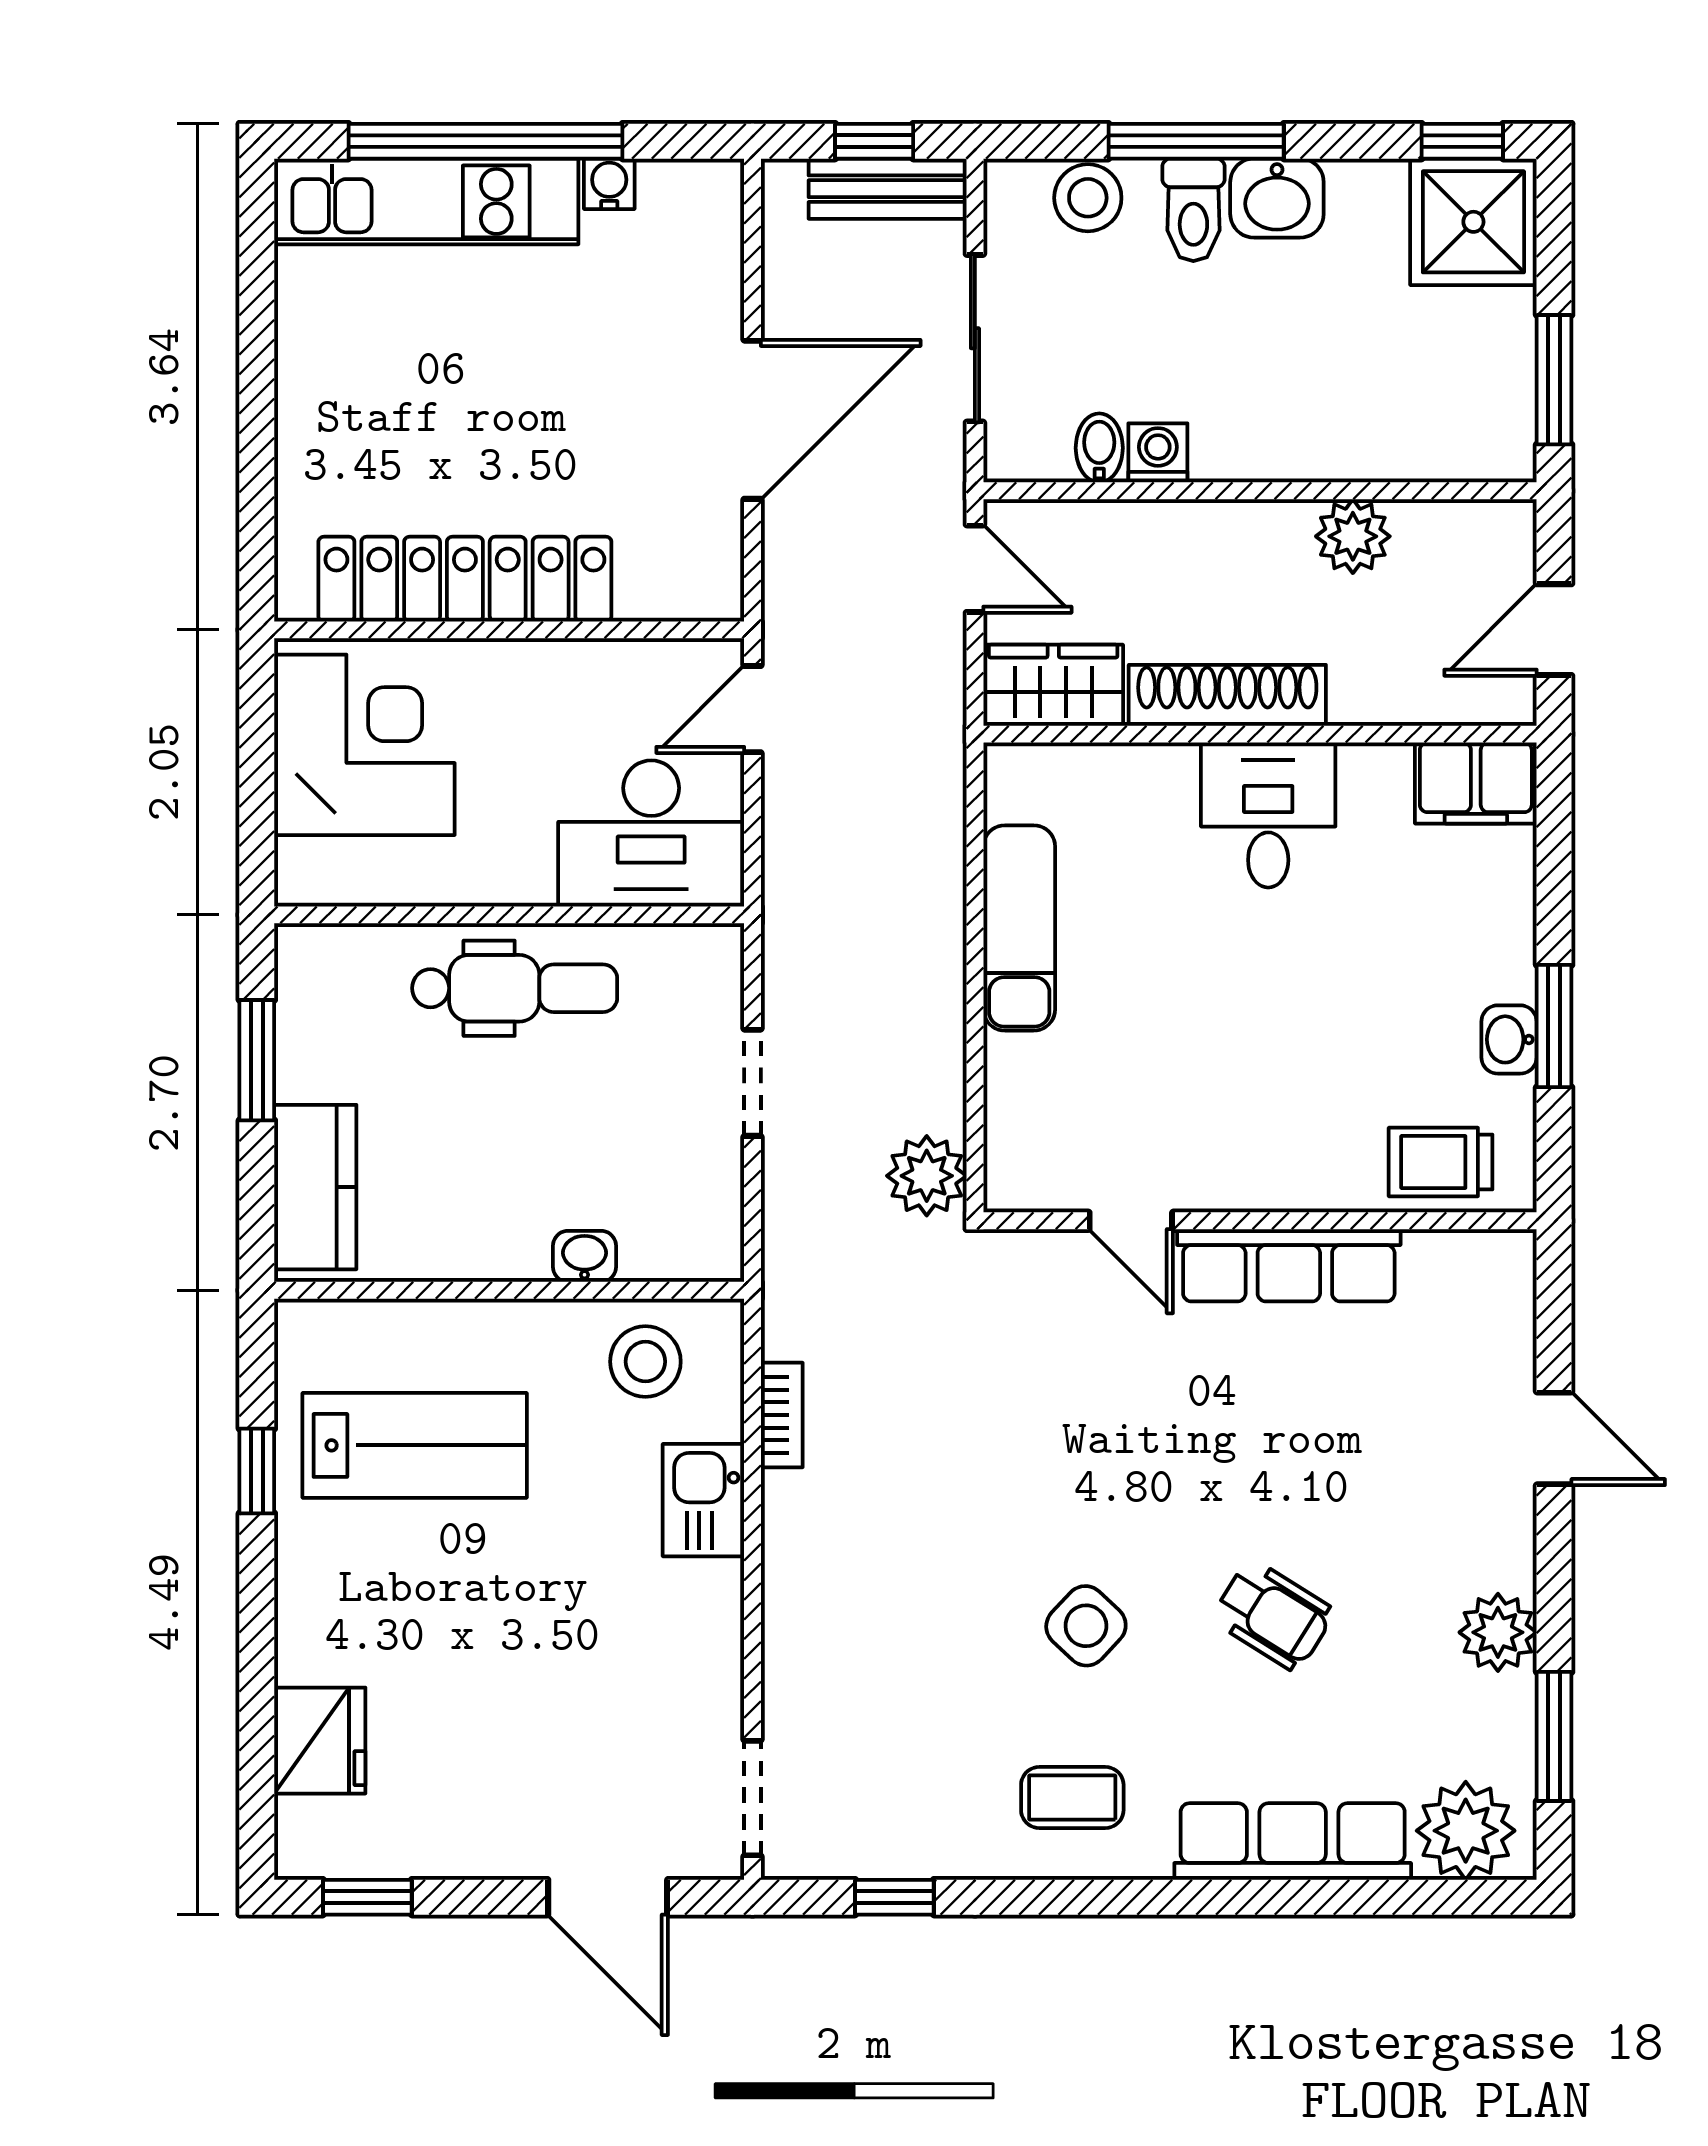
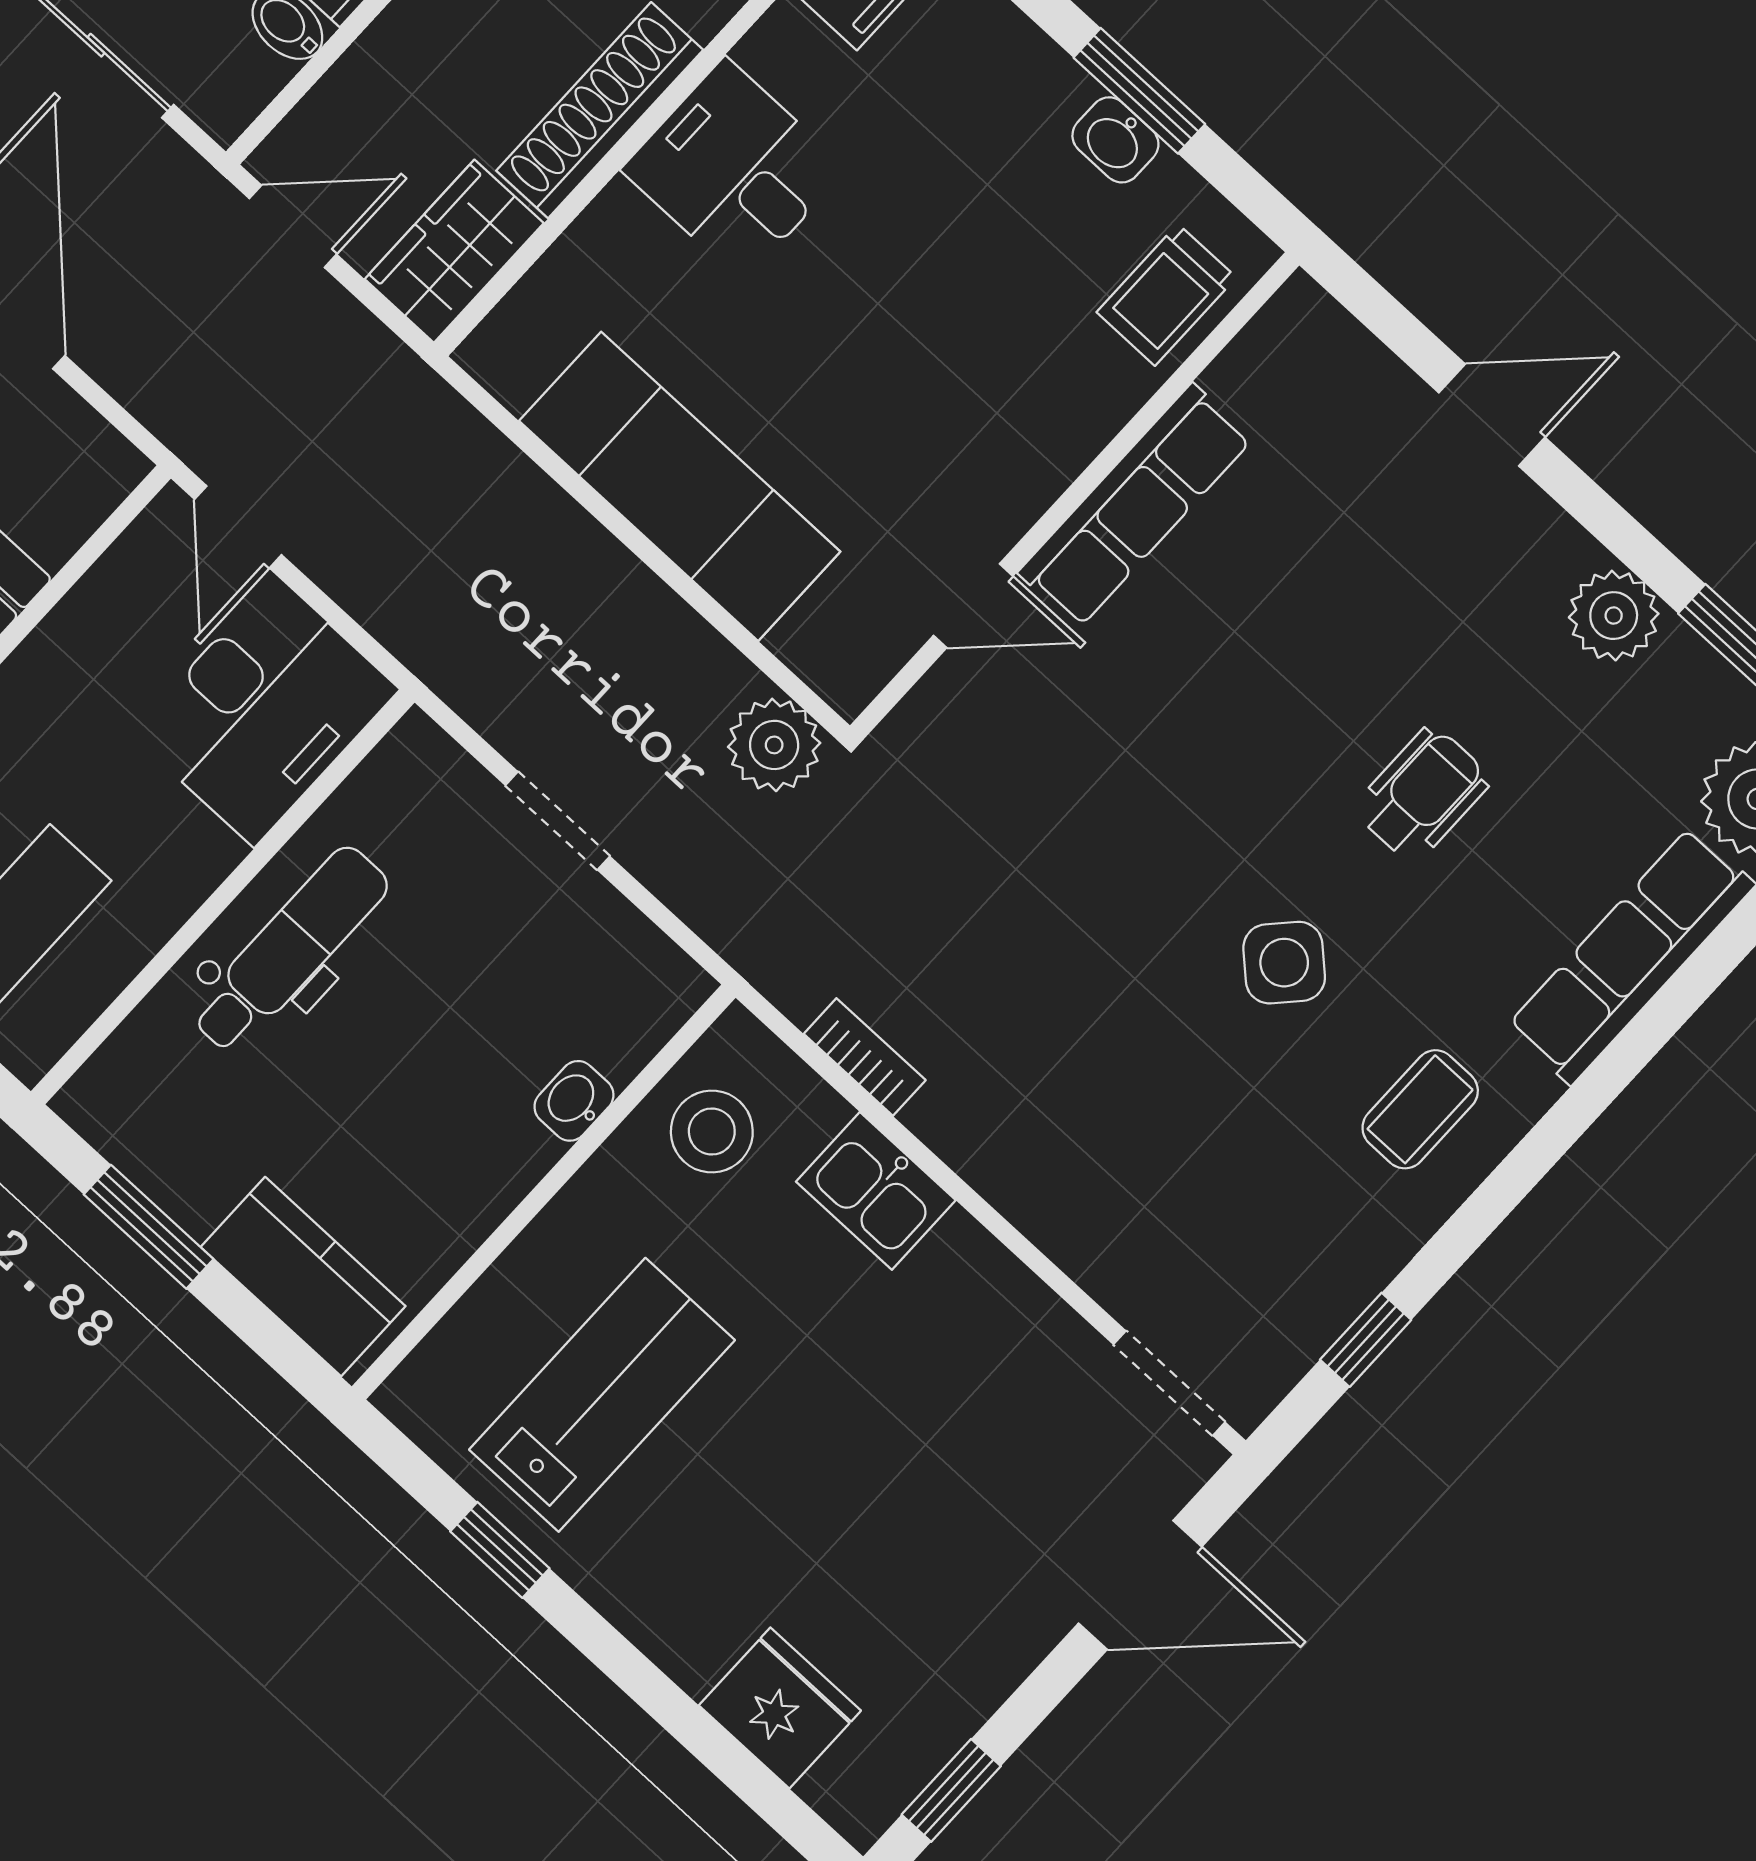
exam couch: (1019, 928) -> (680, 486), width x1.36, depth x1.45
wheelchair: (1273, 1615) -> (1422, 794), turned -32

